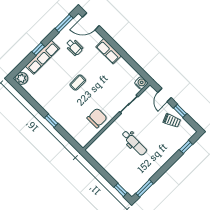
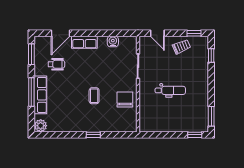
door: (91, 21) -> (60, 33), moved
window: (38, 49) -> (31, 92), width x2.17
coffee table: (78, 83) -> (94, 96), moved
water cooler: (141, 83) -> (113, 42), moved
window: (180, 111) -> (194, 33), moved

